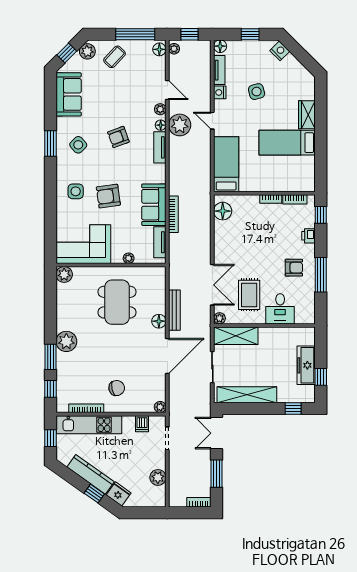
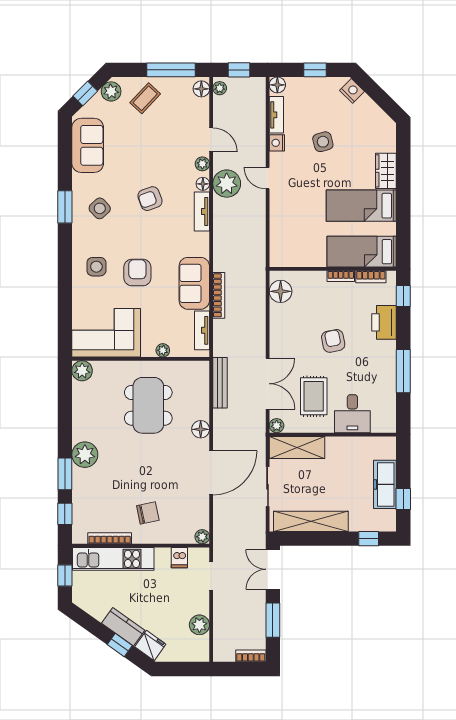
bed: (226, 164) -> (362, 252), moved, turned -90
armchair: (108, 196) -> (137, 273), turned 98
printer: (308, 236) -> (384, 322), width x1.87, depth x1.48
armchair: (294, 268) -> (333, 341), moved, turned -101
bench: (174, 310) -> (220, 383), moved
kitchen counter: (91, 474) -> (123, 627), width x0.67

